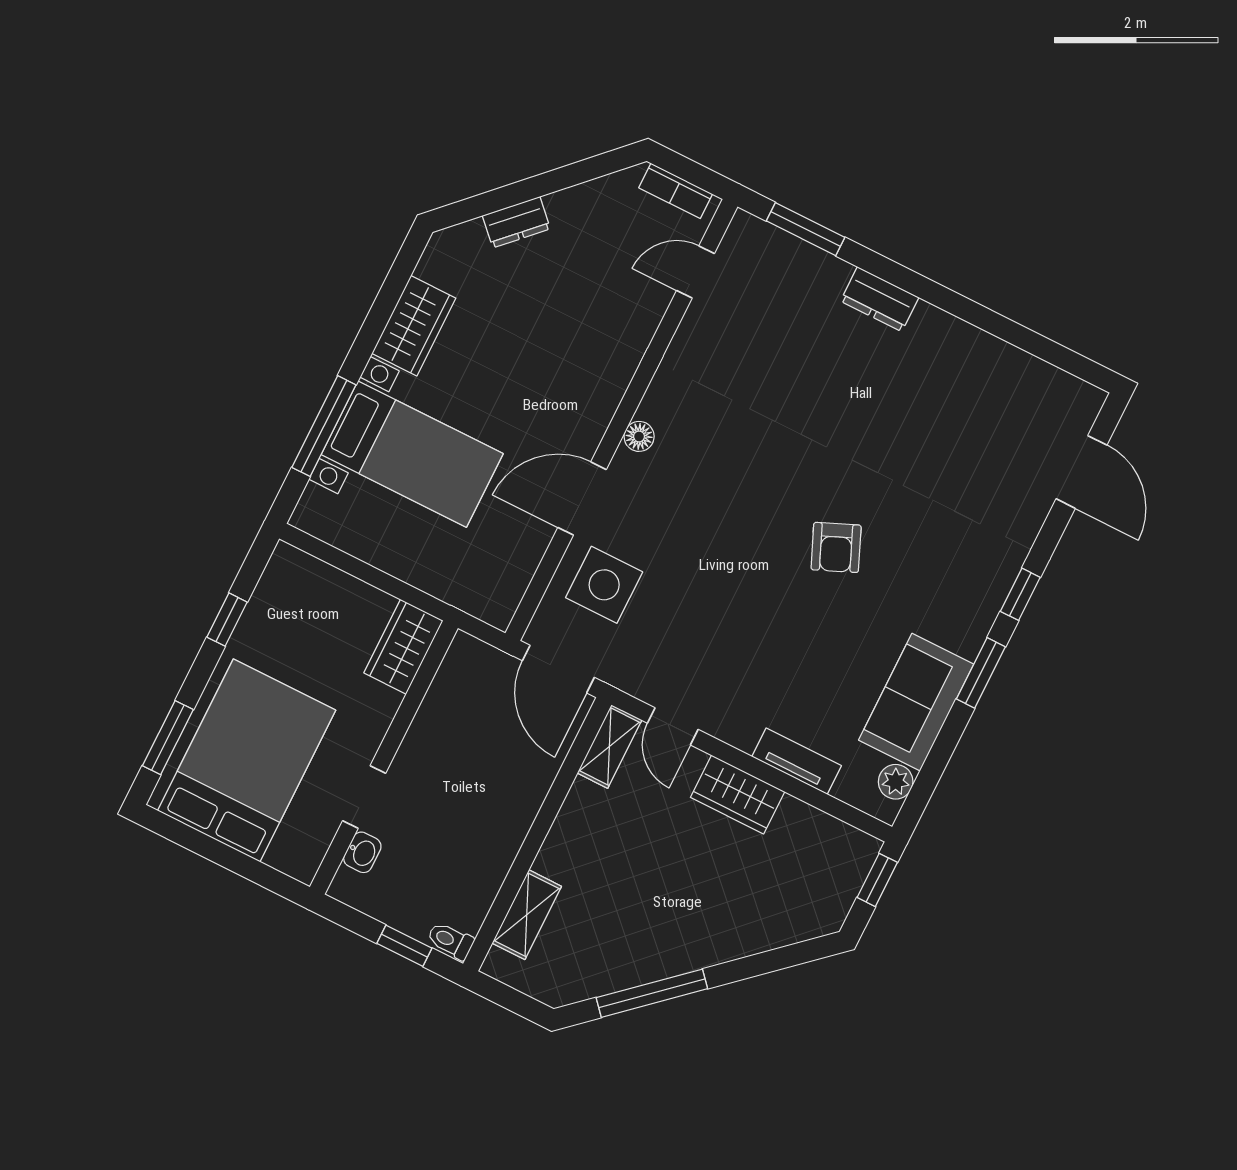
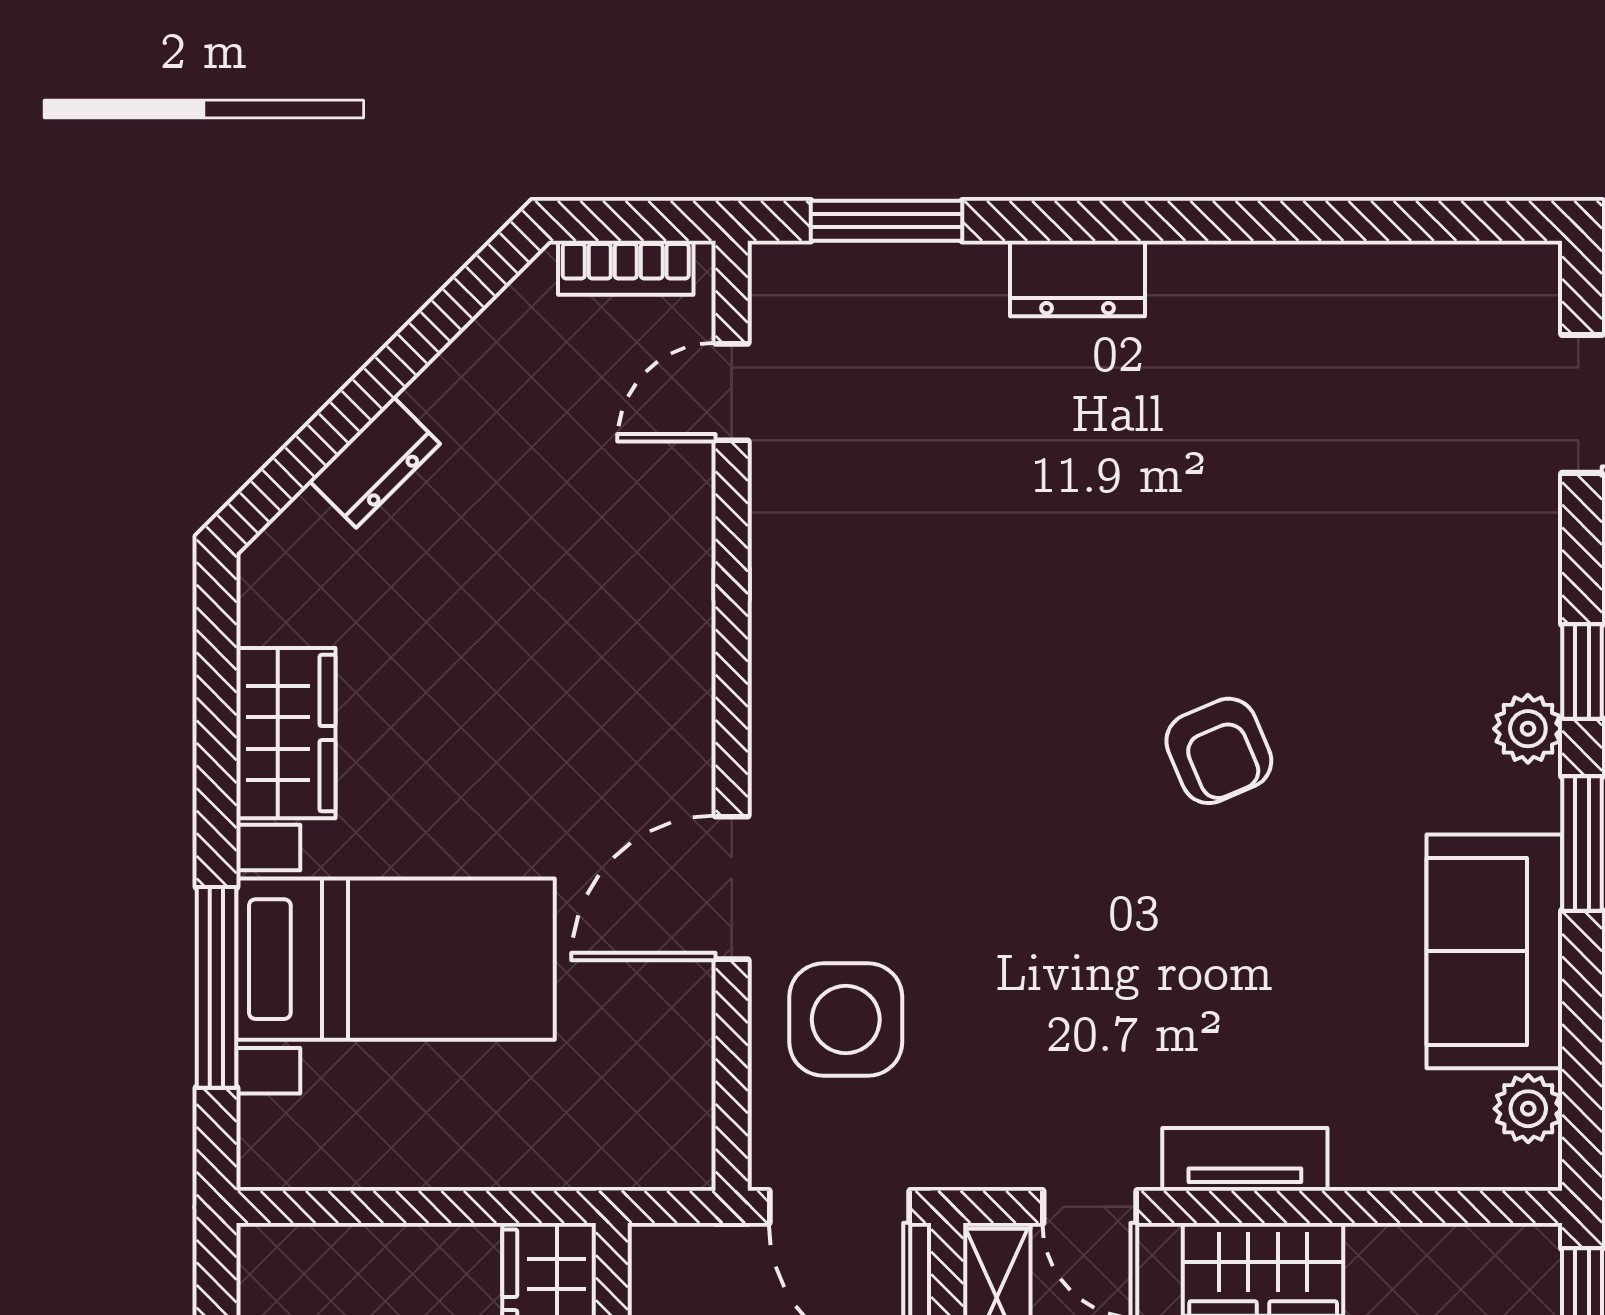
floor lamp: (639, 436) -> (777, 729), removed
plant: (982, 608) -> (1528, 729), added
tv unit: (797, 761) -> (1245, 1159), moved

